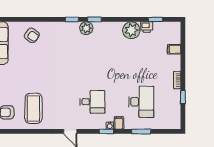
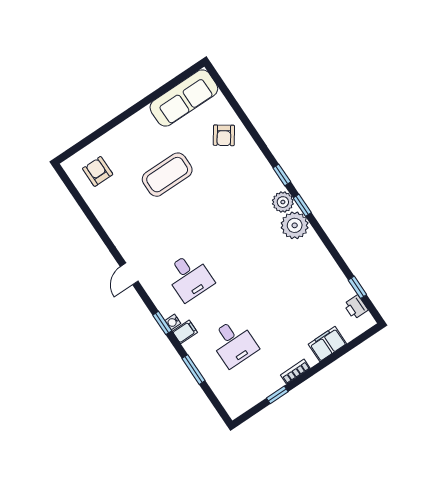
printer: (147, 27) -> (356, 307), moved
plant: (131, 30) -> (295, 225), moved
filing cabinet: (174, 49) -> (327, 344), width x2.00
desk: (141, 102) -> (234, 343), width x0.73
coffee table: (33, 108) -> (167, 175), moved

